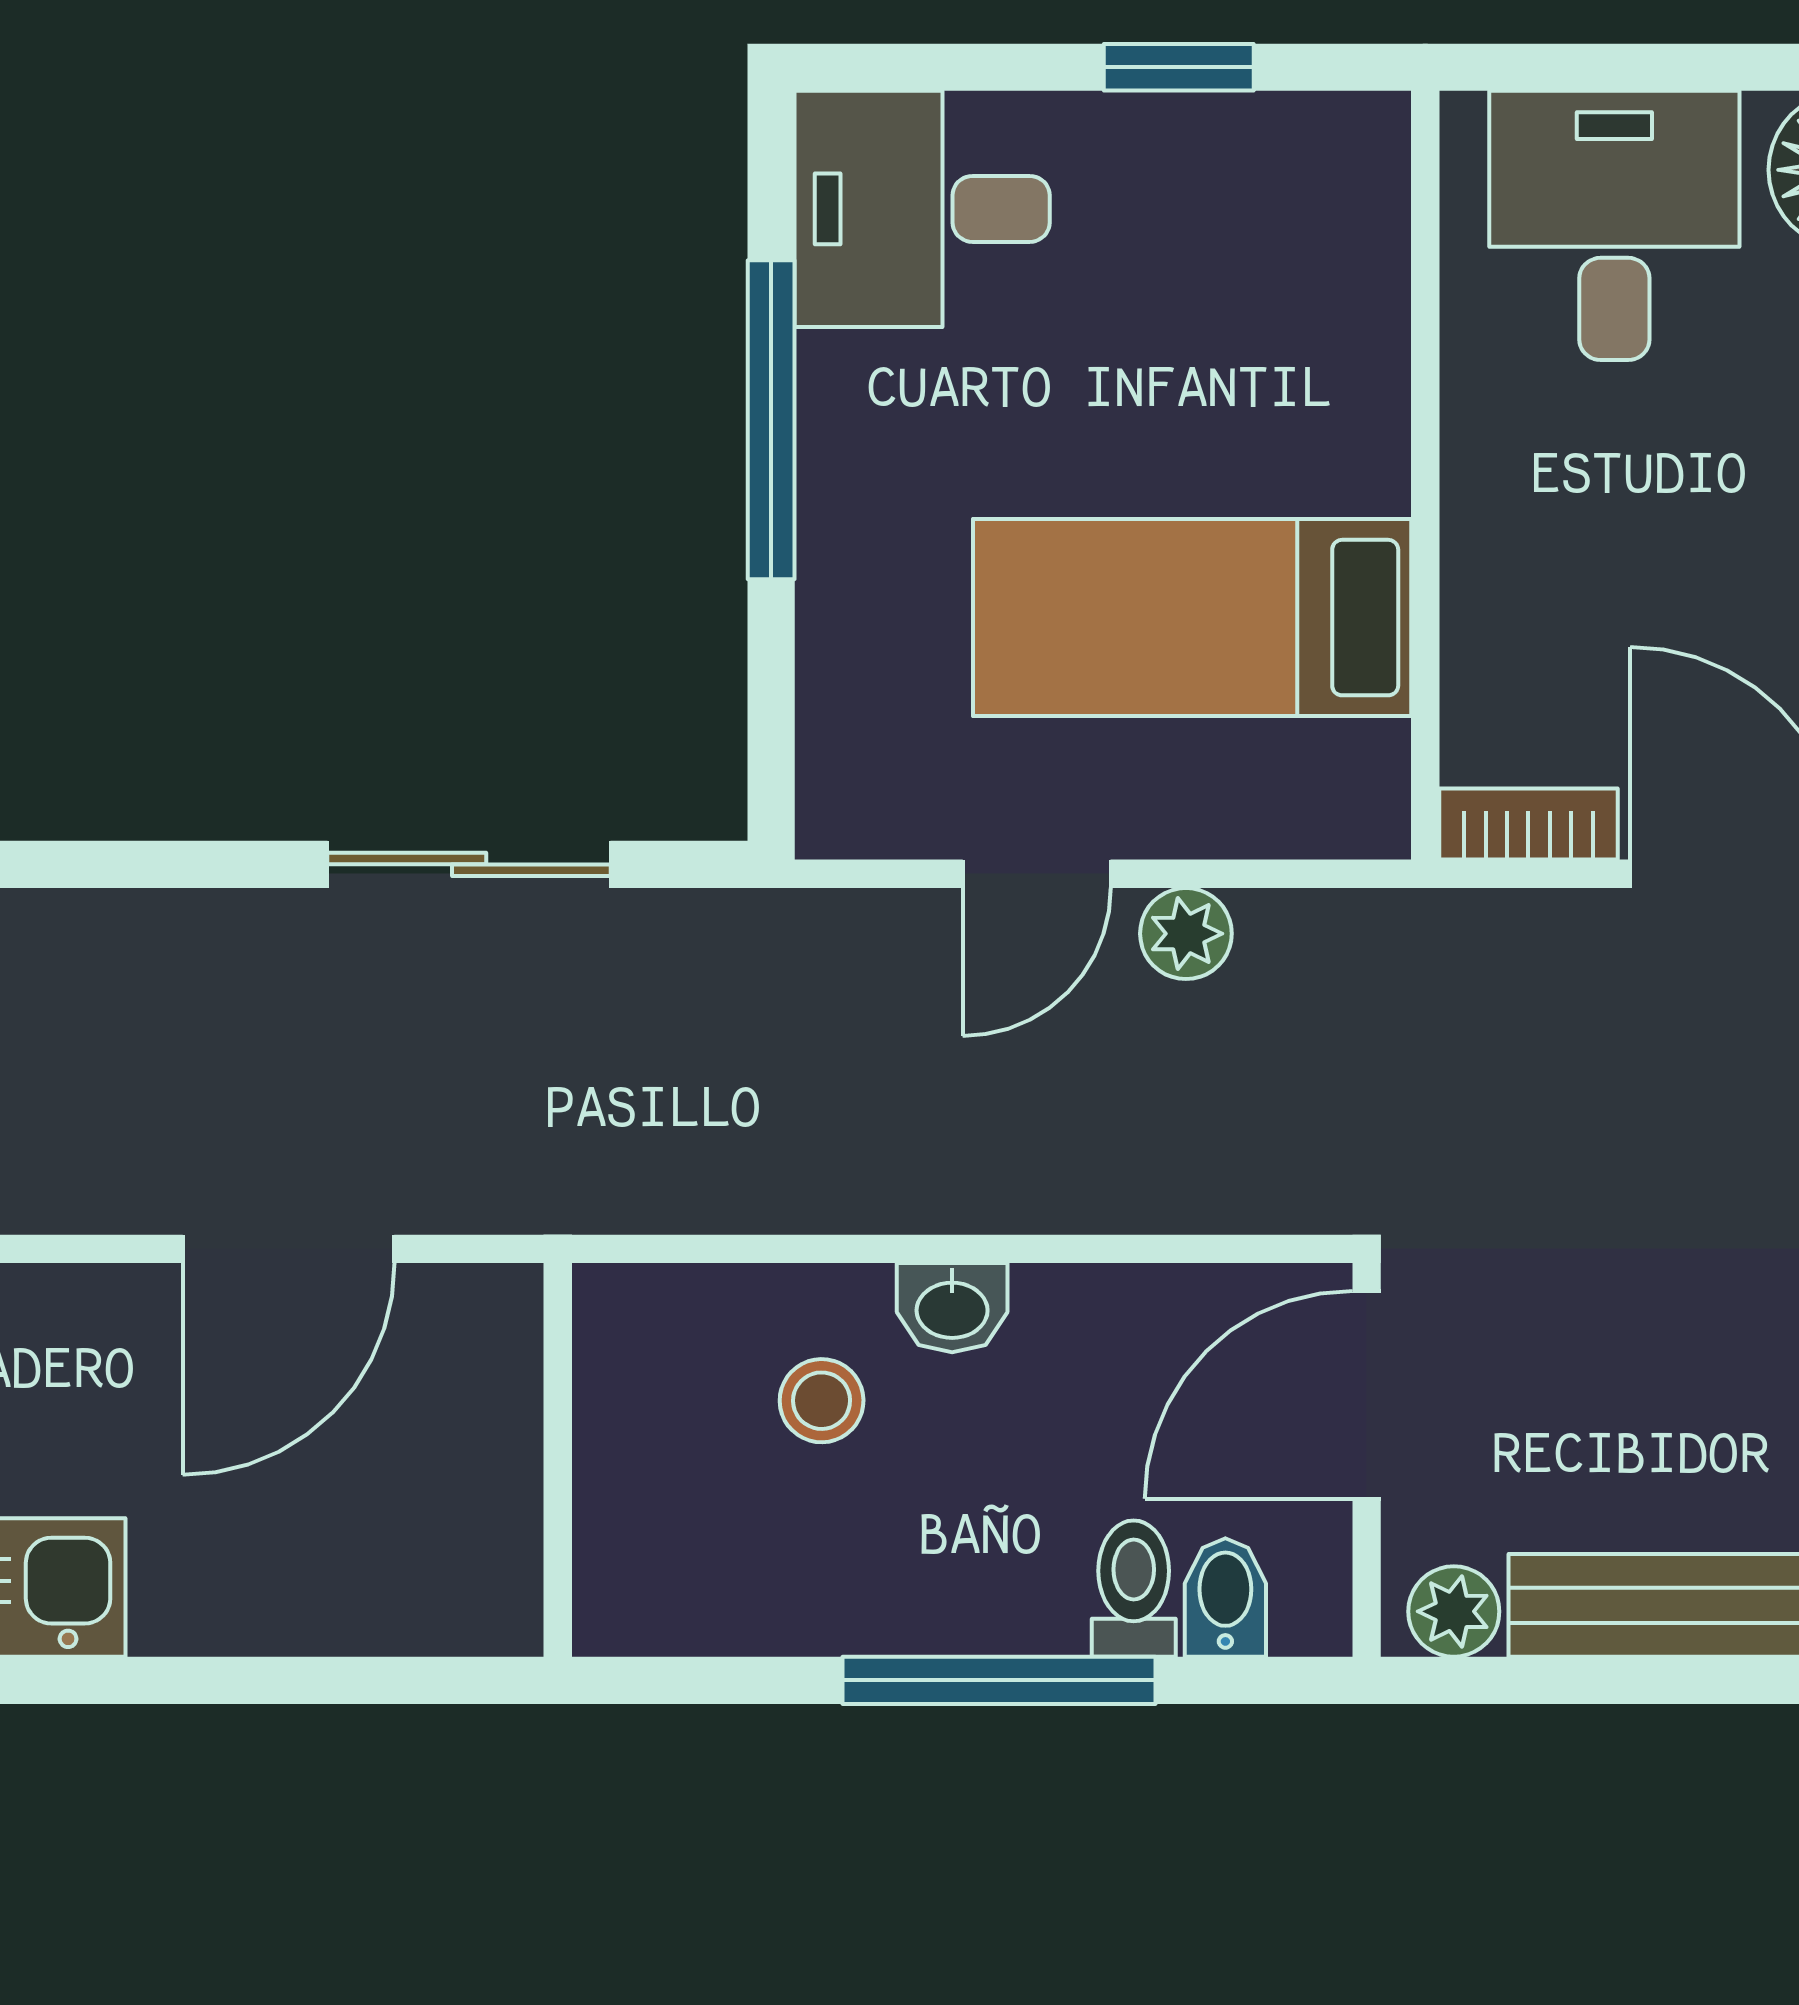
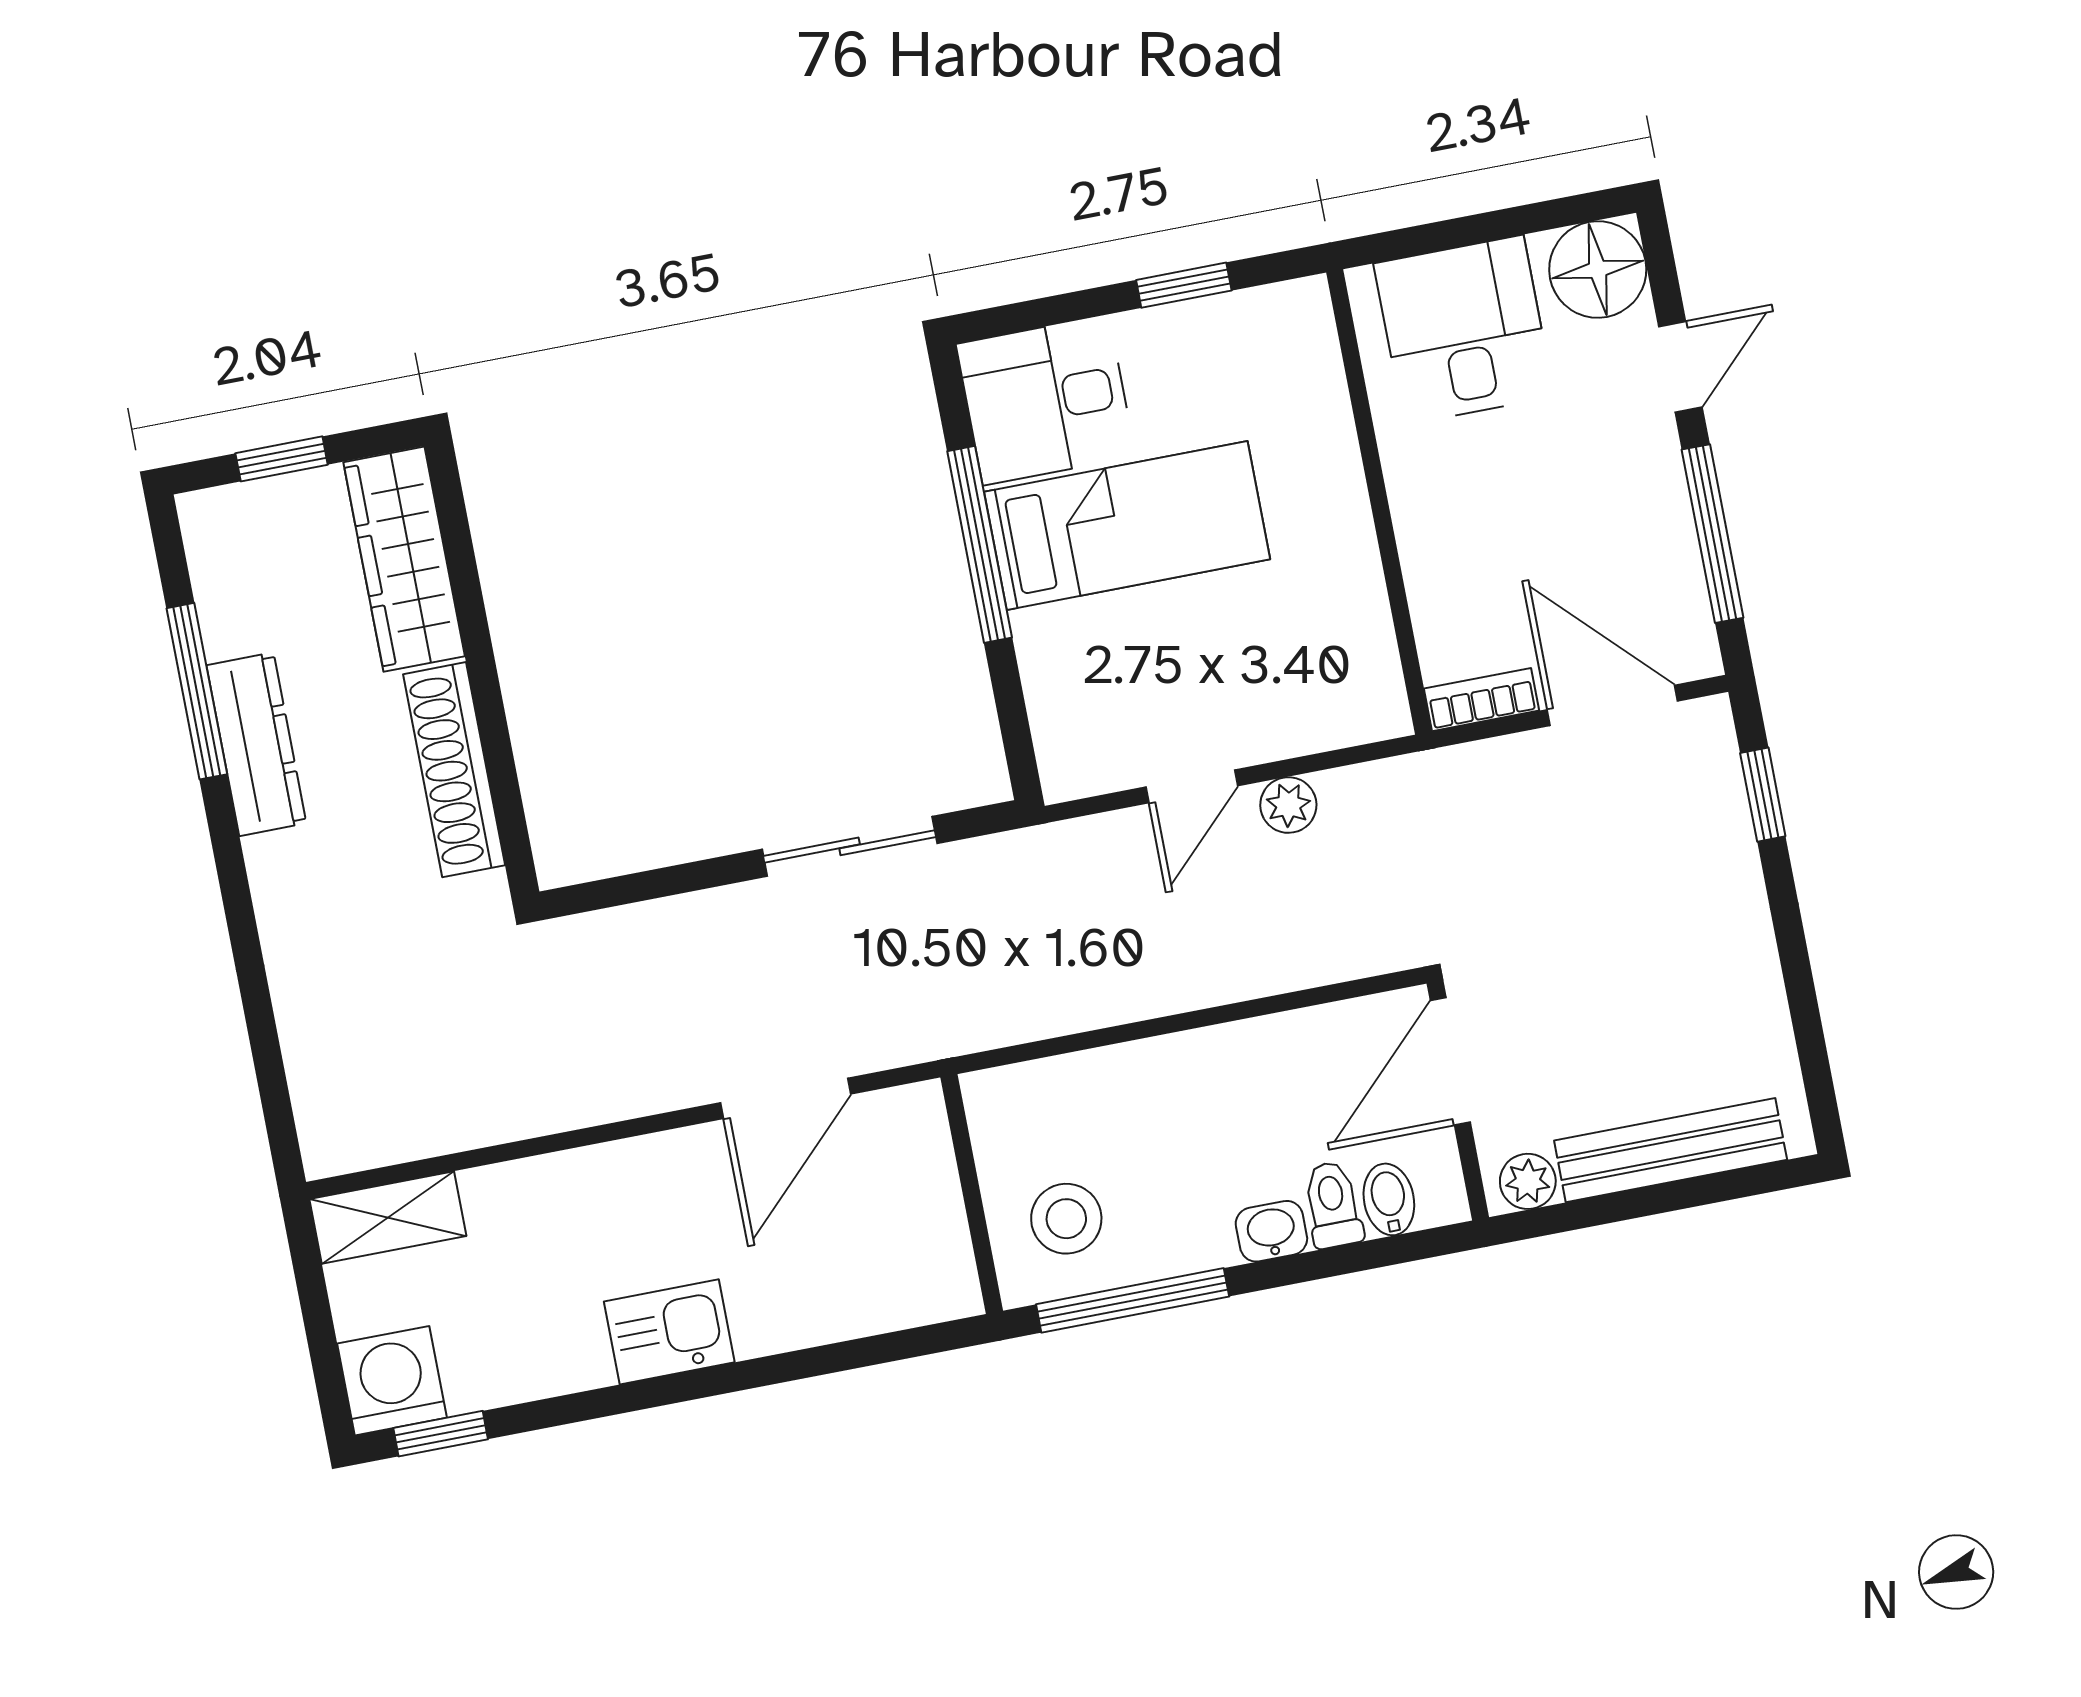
bed: (1192, 618) -> (1127, 525), moved, turned 180
washbasin: (952, 1308) -> (1271, 1231), moved, turned 180
stool: (822, 1401) -> (1066, 1219), moved, width x1.37, depth x1.37
window: (999, 1680) -> (1133, 1300), moved

